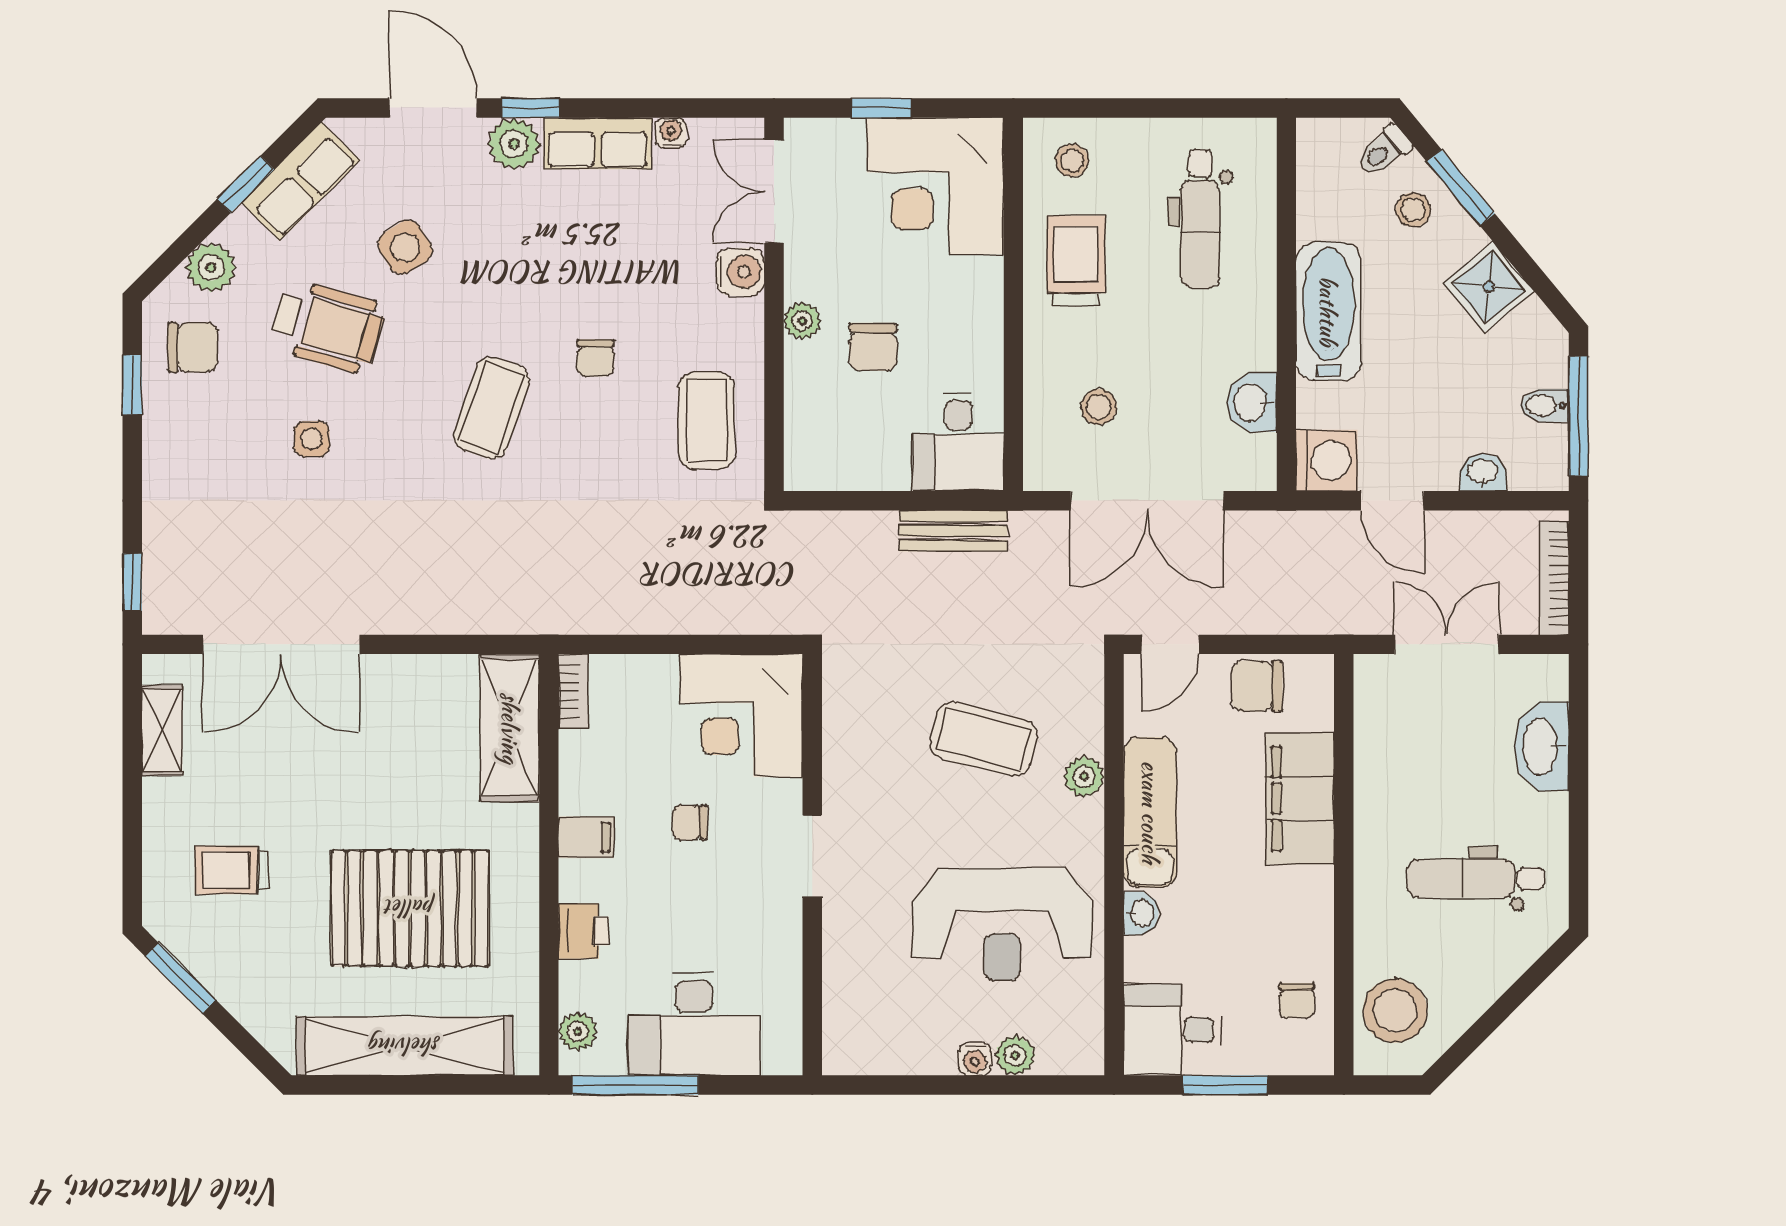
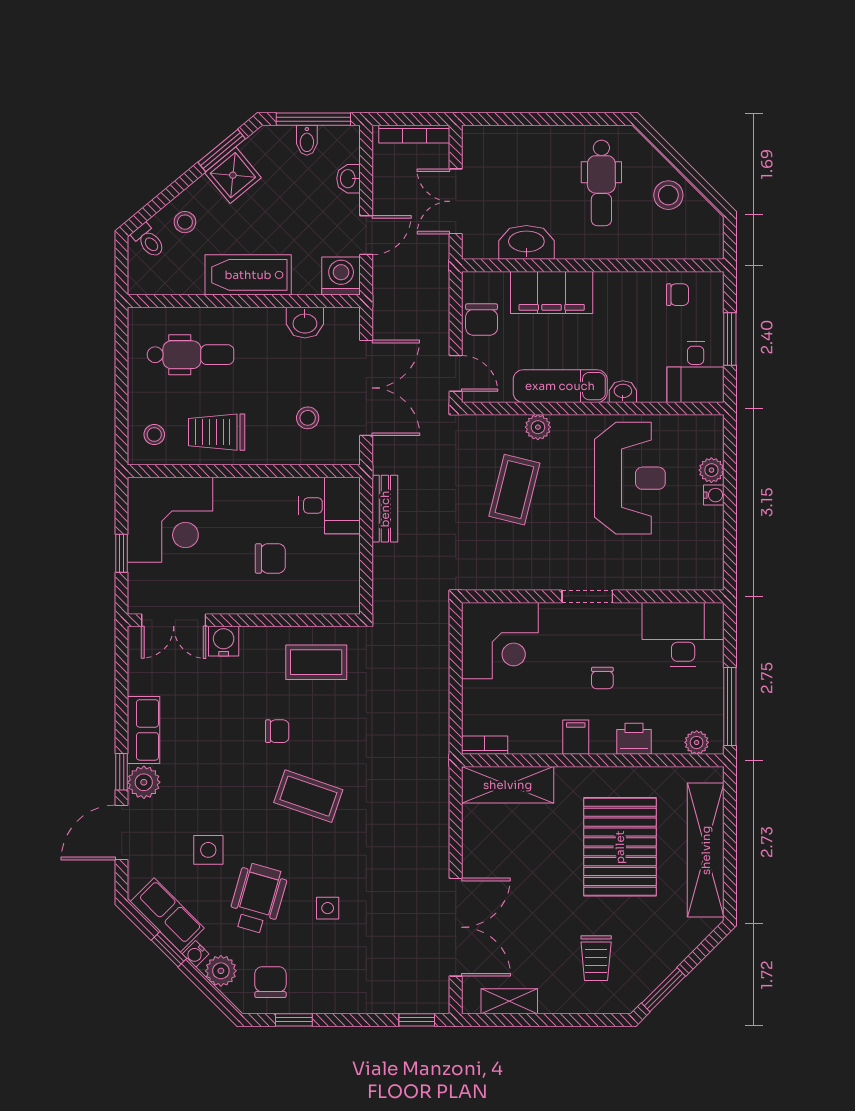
water cooler: (671, 133) -> (196, 954), moved, turned -45
window: (1461, 187) -> (222, 151), moved
side table: (405, 247) -> (208, 850), turned 32
plant: (802, 321) -> (254, 603), removed
washbasin: (1542, 746) -> (526, 242), moved, turned 180
chair: (690, 822) -> (602, 678), moved
stool: (1395, 1011) -> (668, 195), moved, width x0.73, depth x0.73
desk: (694, 1024) -> (683, 634), moved, turned -90

